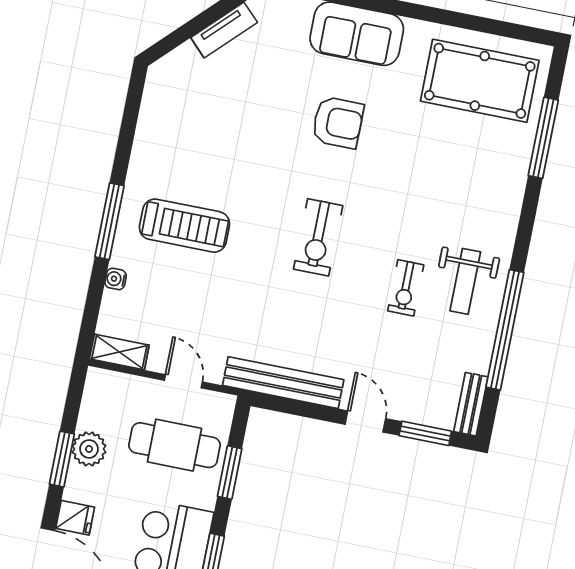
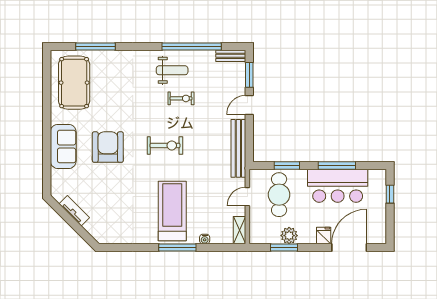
armchair: (338, 122) -> (108, 147), width x1.36, depth x1.36
treadmill: (184, 226) -> (172, 211), width x1.37, depth x1.37
window: (62, 459) -> (284, 248), moved

